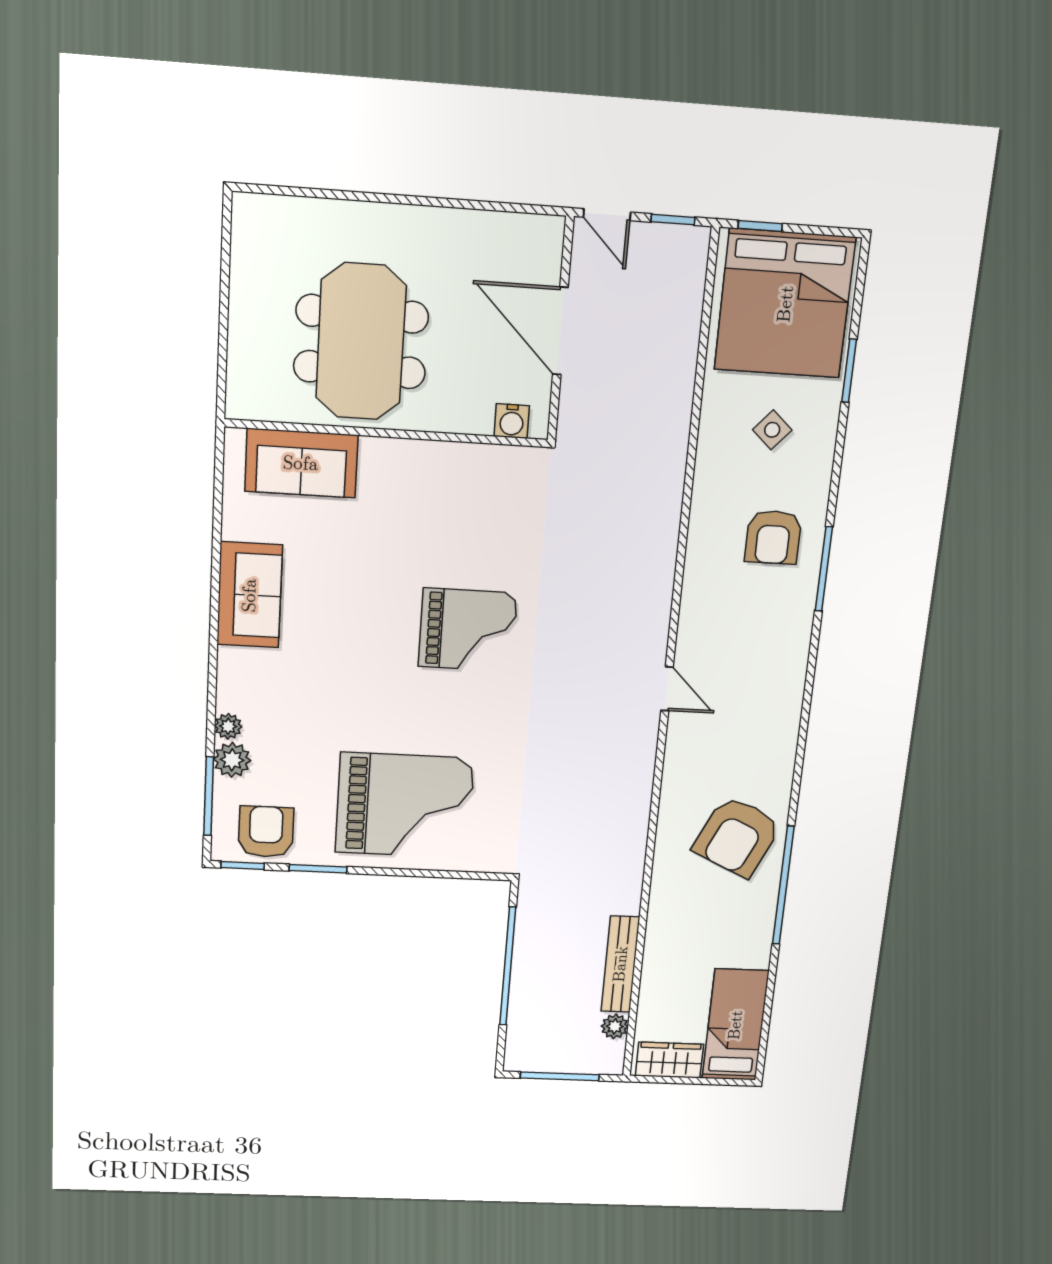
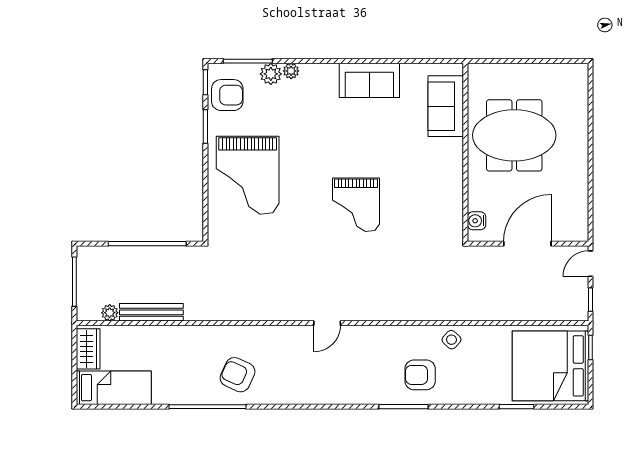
side table: (772, 430) -> (451, 340), moved
armchair: (737, 837) -> (238, 375), width x0.73, depth x0.73

